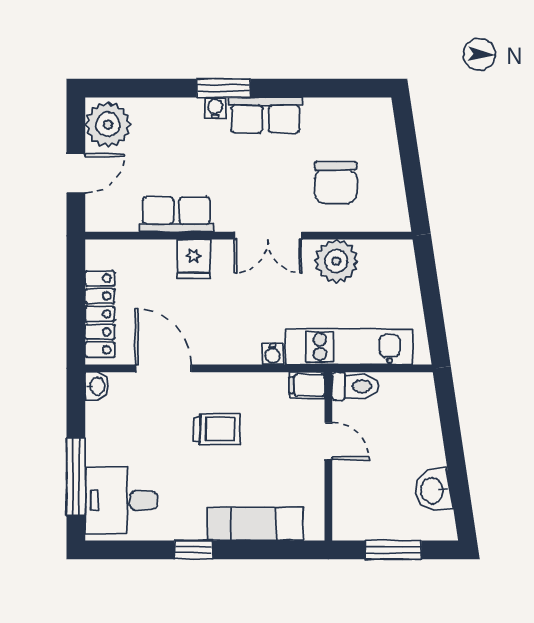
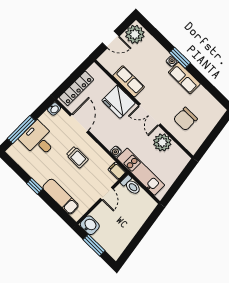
fridge: (194, 259) -> (119, 102), width x1.88, depth x1.34
washbasin: (433, 491) -> (90, 225), moved, turned 99
desk: (121, 501) -> (38, 140), moved

